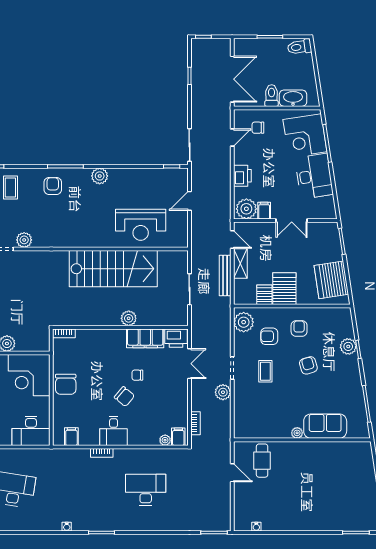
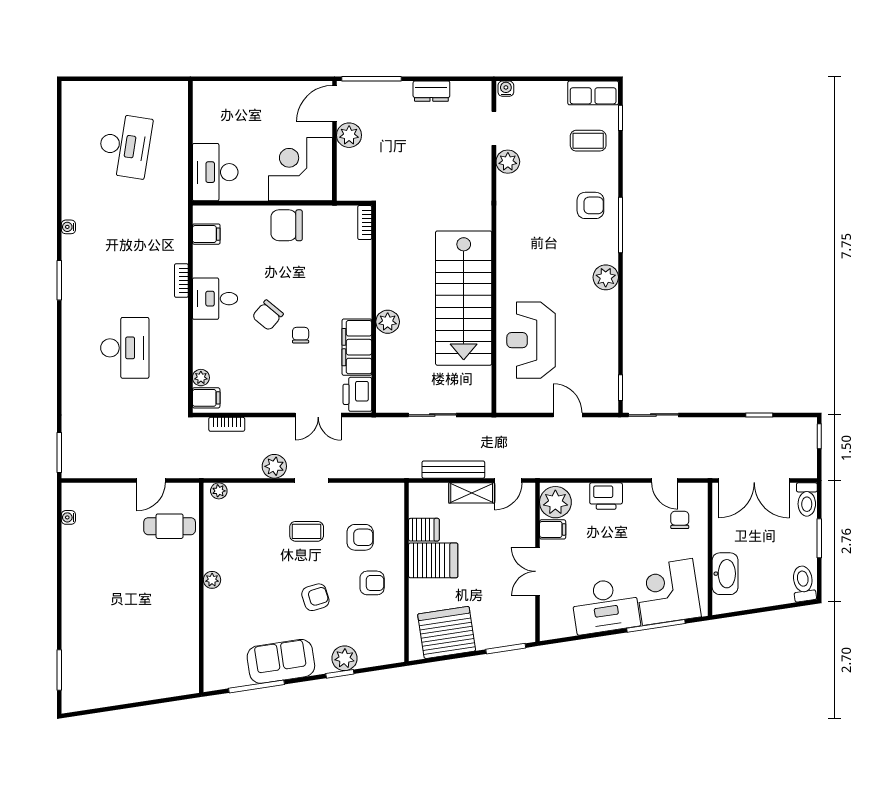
toilet: (272, 96) -> (807, 499), moved, turned 90
plant: (244, 322) -> (219, 491), moved, width x0.53, depth x0.53
armchair: (269, 336) -> (360, 537), turned 90
sofa: (325, 426) -> (281, 661), moved, turned -99

